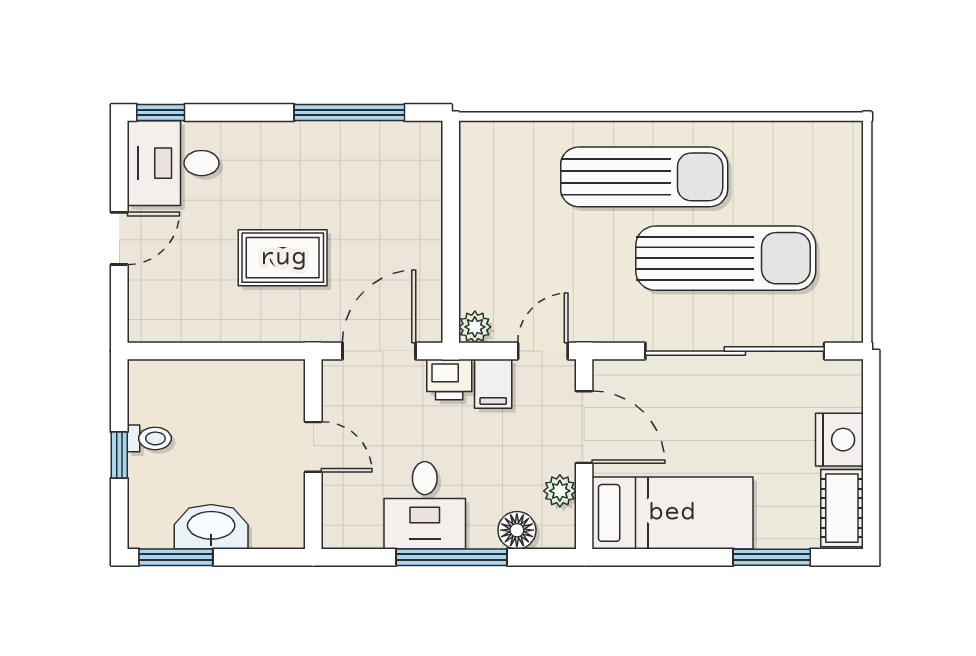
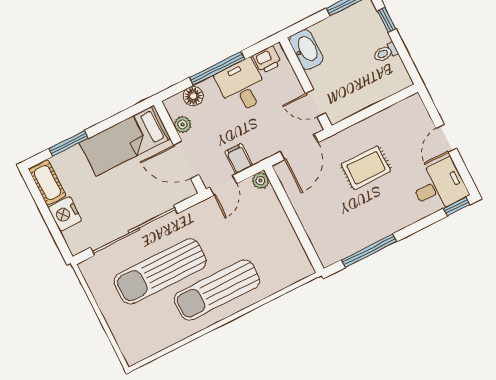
printer: (449, 379) -> (267, 60), moved, turned 180
door: (313, 447) -> (316, 103), moved
window: (119, 455) -> (387, 20), moved
washbasin: (211, 527) -> (306, 49), moved, turned -90

